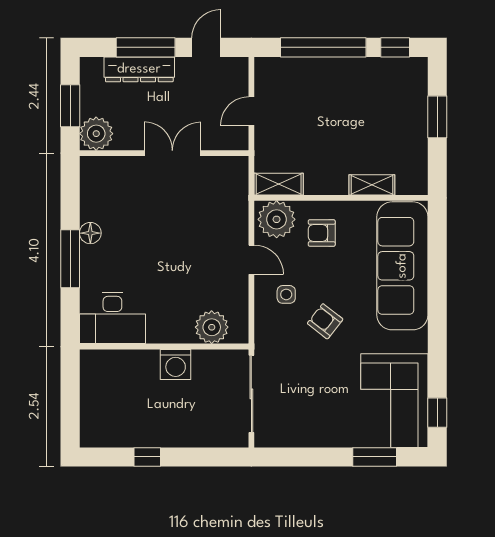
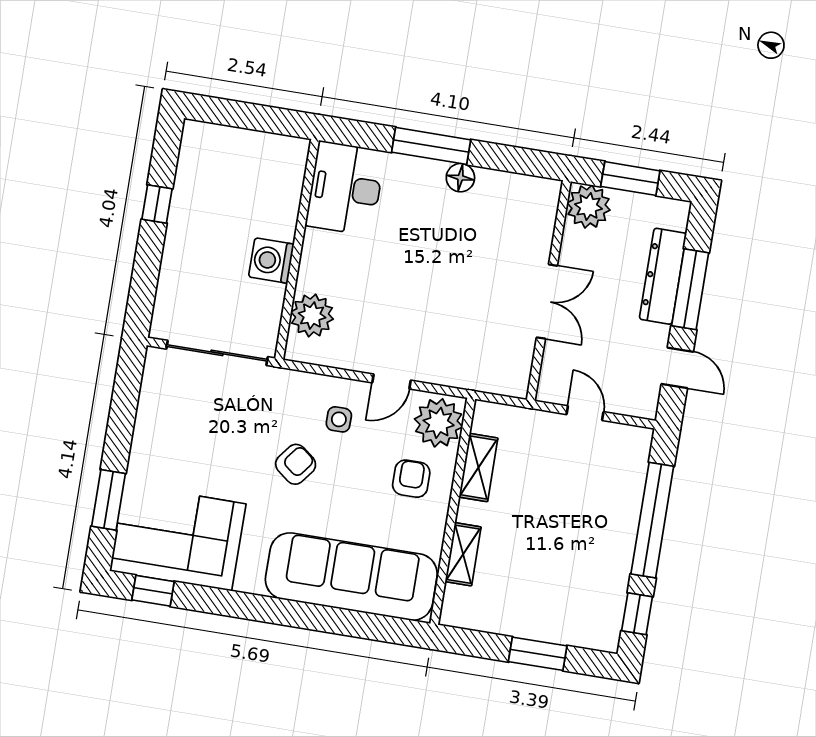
shelving: (279, 184) -> (478, 468), moved

